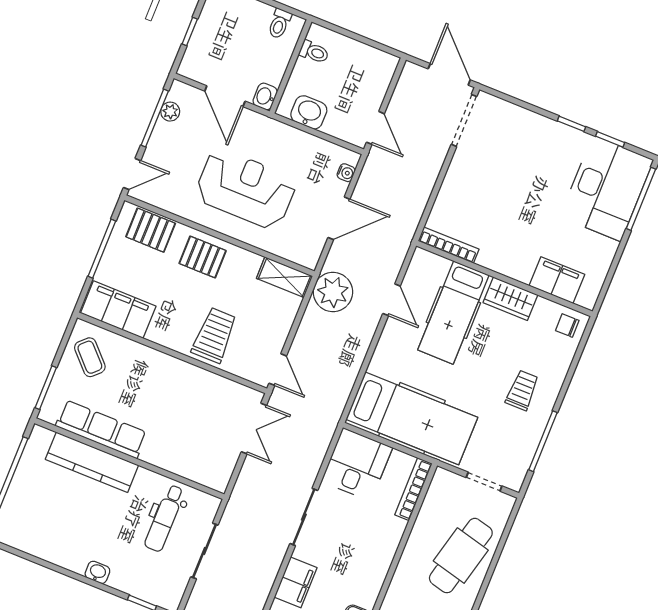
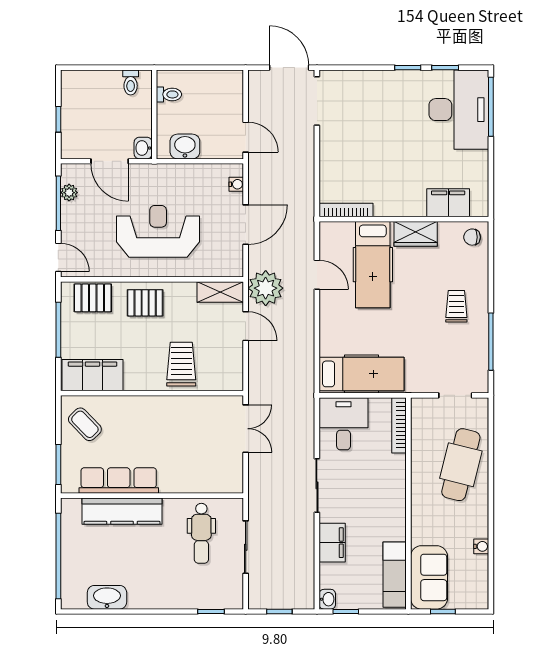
door: (132, 174) -> (58, 257), hinge flipped
door: (278, 370) -> (246, 326), moved
hospital bed: (412, 418) -> (362, 374), width x0.73, depth x0.78
washbasin: (97, 572) -> (107, 597), moved, width x1.91, depth x1.45

